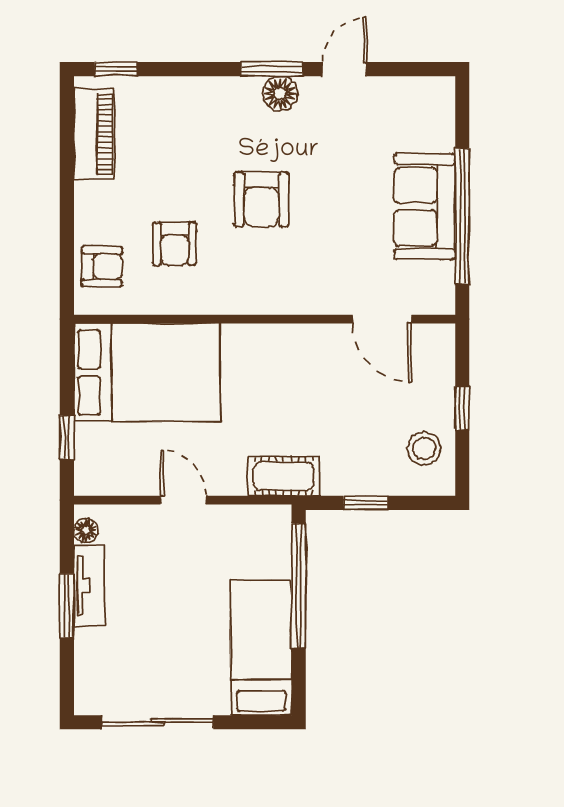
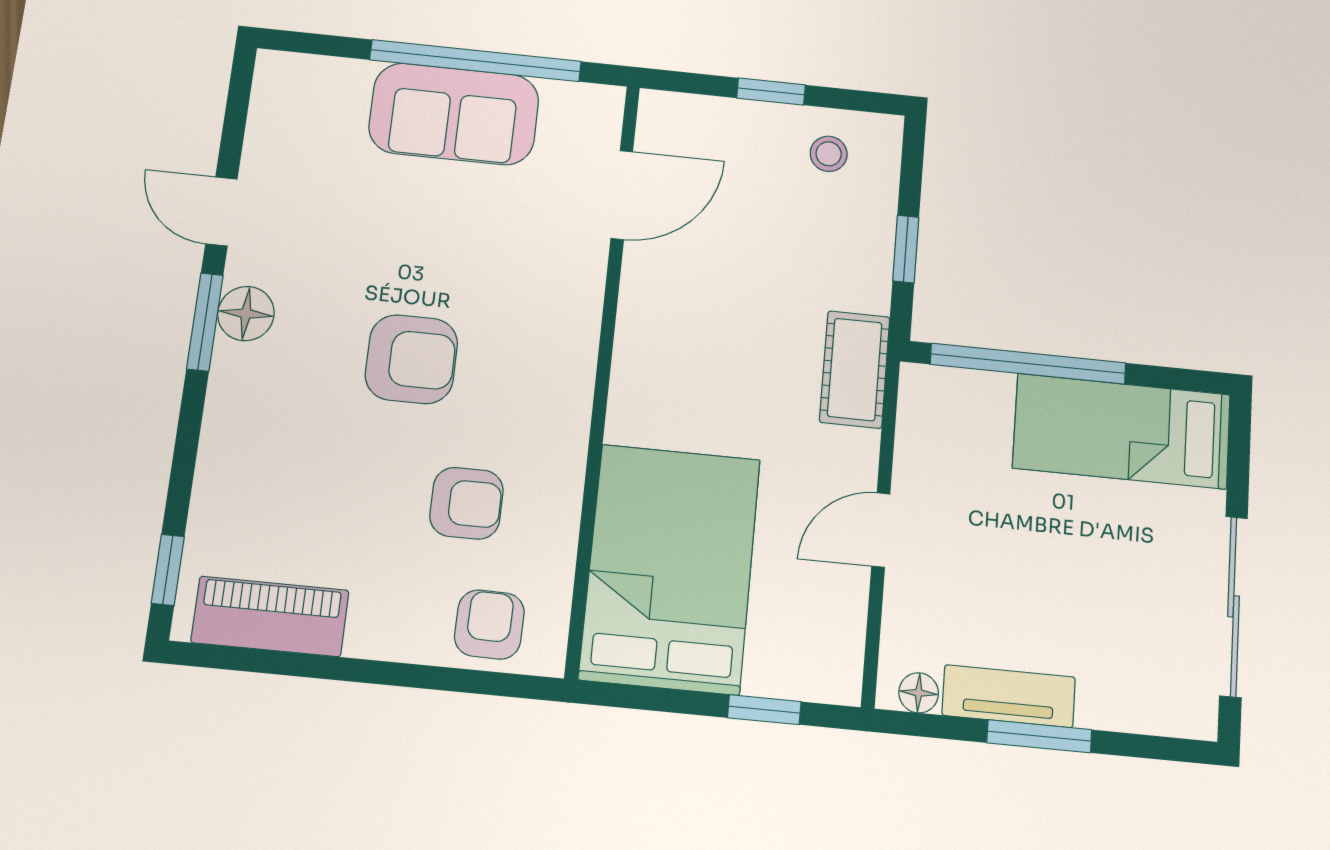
stool: (424, 449) -> (829, 154), width x0.73, depth x0.73

